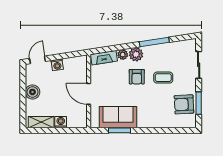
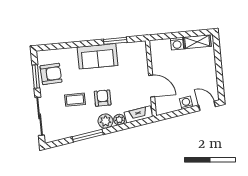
door: (38, 60) -> (207, 106), swing flipped
sliding door: (199, 65) -> (40, 116), width x1.37
boiler: (32, 92) -> (209, 72), removed
door: (89, 94) -> (152, 86), moved
sofa: (118, 117) -> (97, 56), moved

